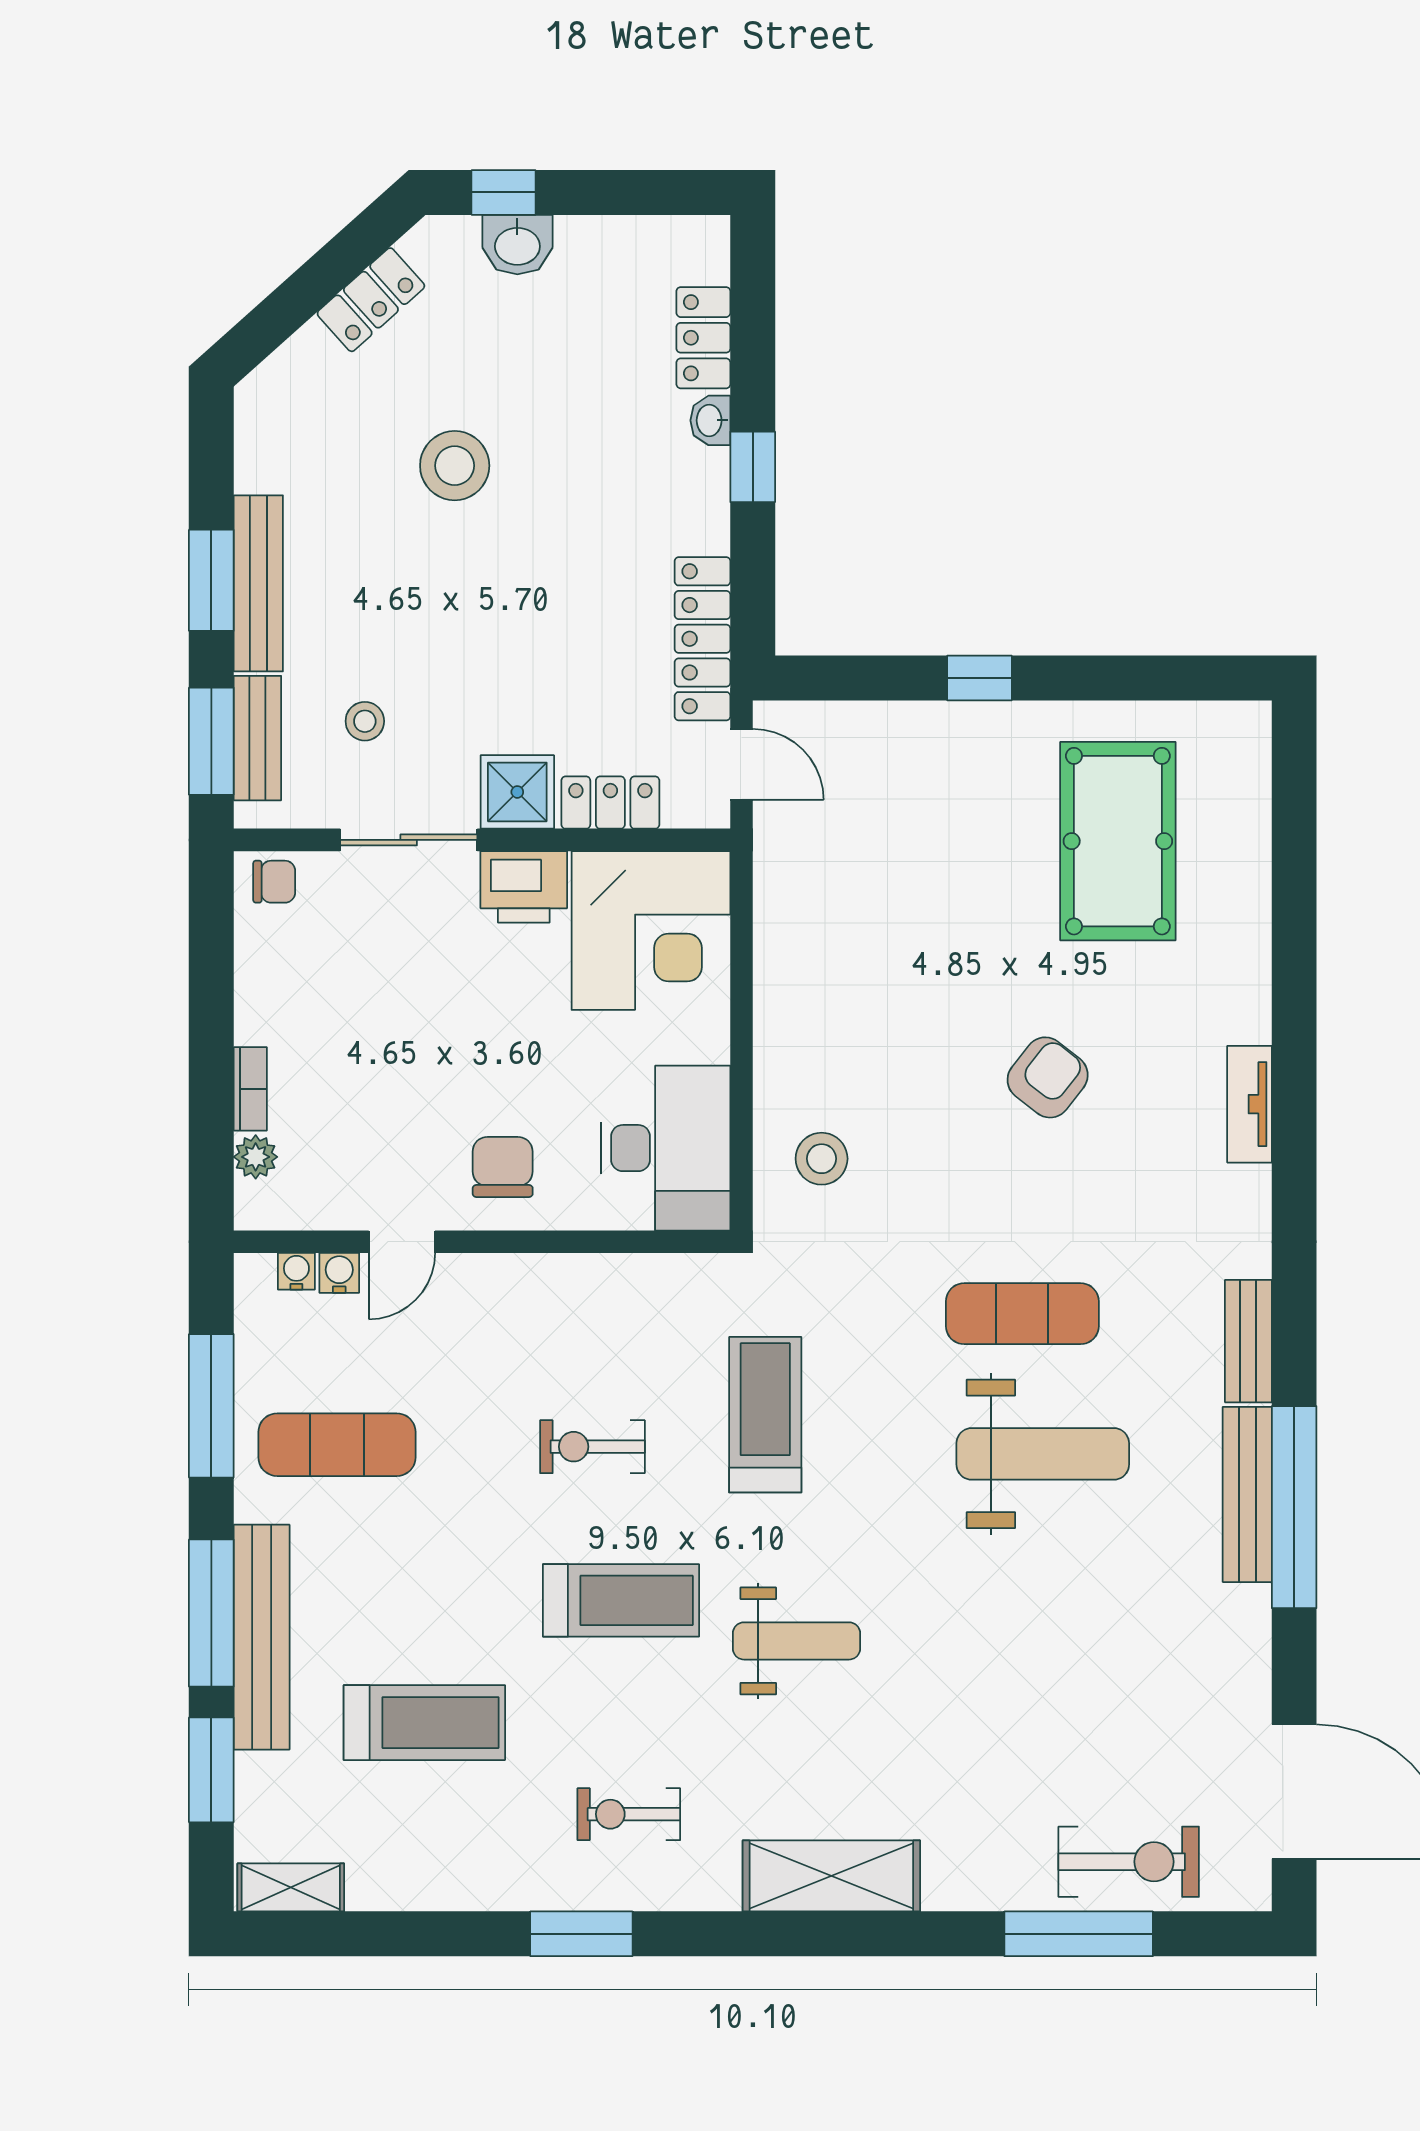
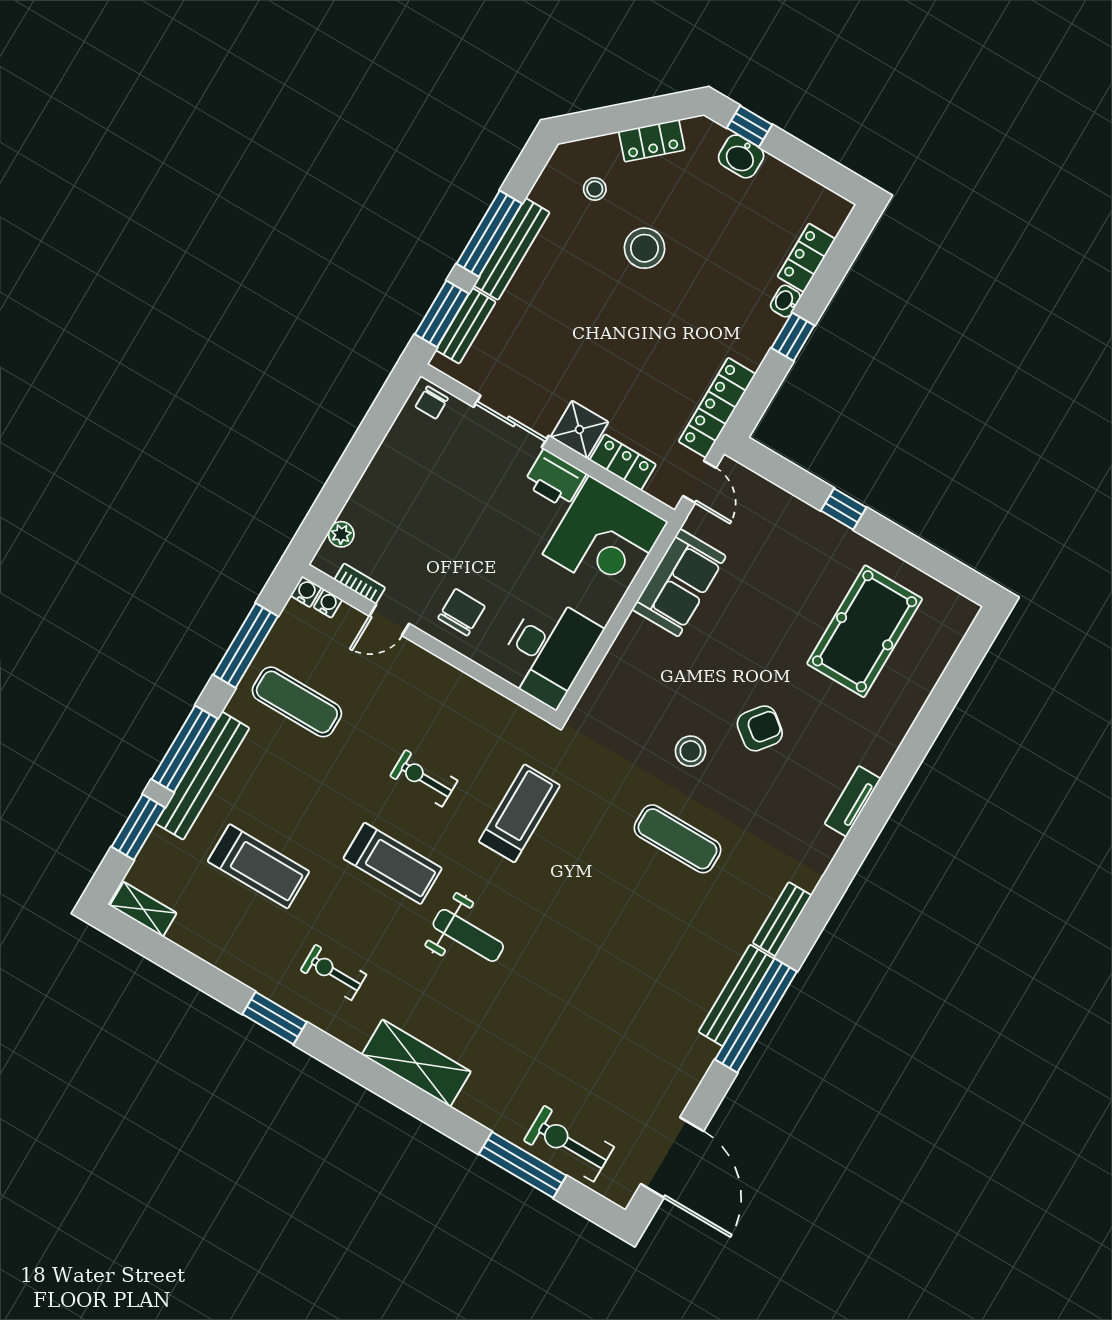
window: (211, 580) -> (489, 234), width x1.44
stool: (365, 721) -> (595, 189), moved
chair: (274, 882) -> (432, 403), turned 90
sofa: (800, 932) -> (679, 583), added
bookcase: (250, 1089) -> (360, 584), moved, turned -90
stool: (822, 1159) -> (690, 751), moved
water cooler: (339, 1273) -> (306, 592), moved
weight bench: (1043, 1454) -> (646, 915), removed
exercise bike: (1129, 1862) -> (569, 1144), turned 180

